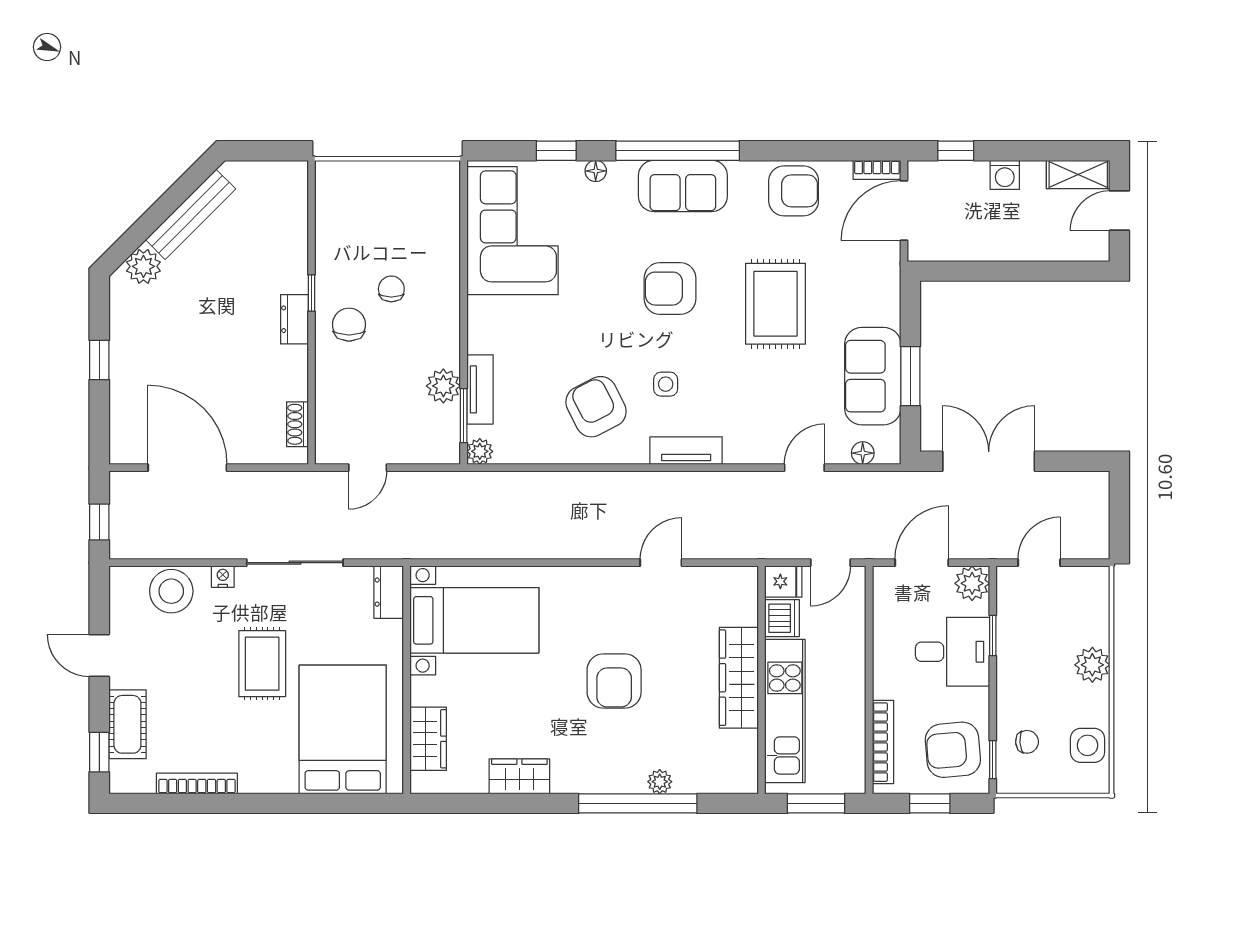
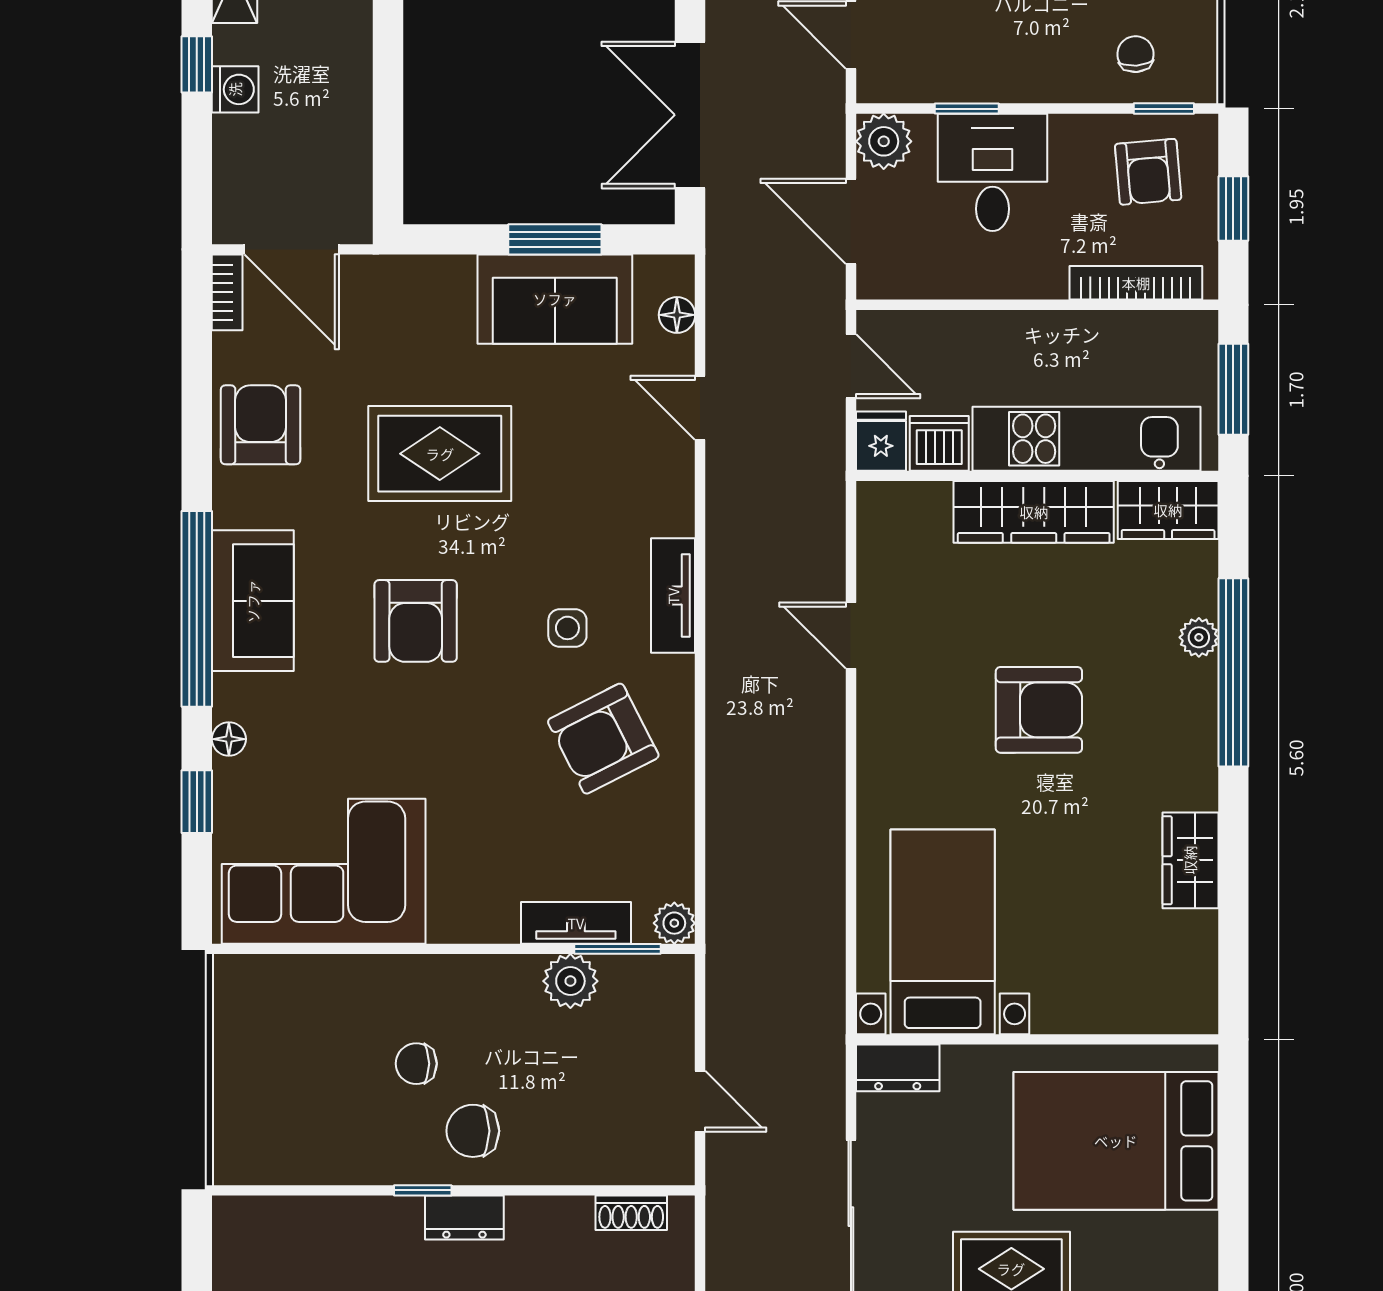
window: (956, 151) -> (197, 64), moved
wardrobe: (428, 739) -> (1168, 510), moved, turned 180
armchair: (953, 750) -> (1148, 172), width x0.72, depth x0.72

